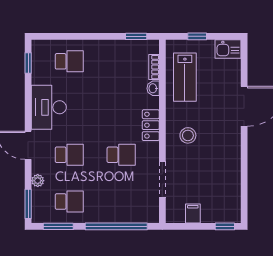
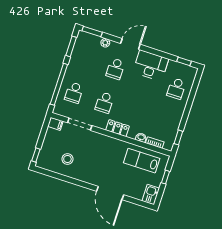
stool: (188, 135) -> (67, 159), moved
school desk: (69, 202) -> (74, 93), moved
filing cabinet: (193, 213) -> (55, 124), moved

